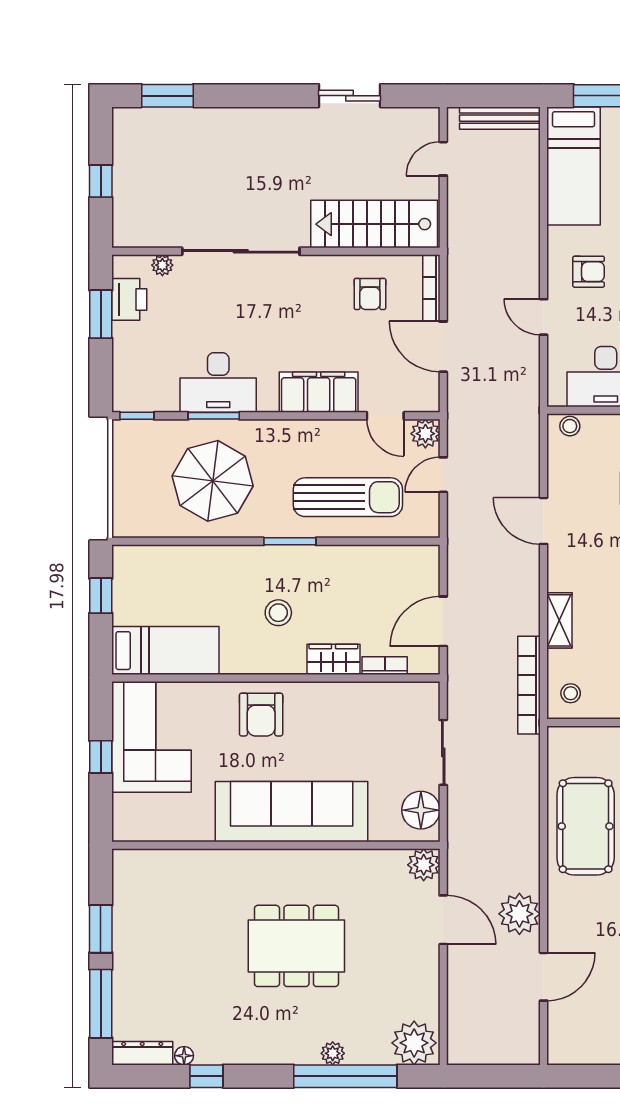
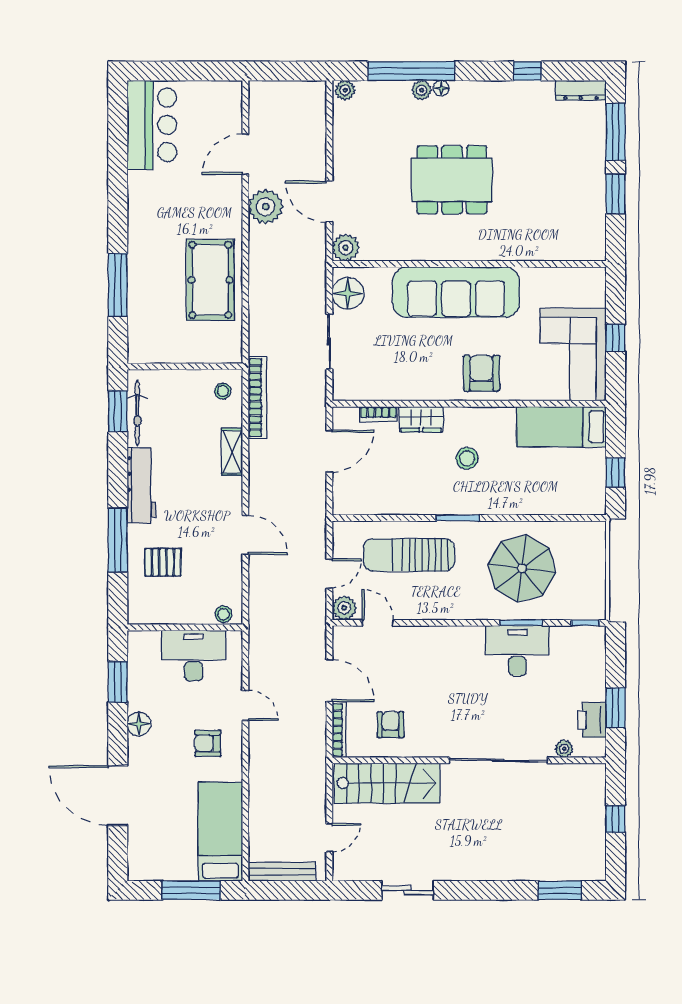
filing cabinet: (319, 392) -> (433, 643), removed
plant: (414, 1043) -> (345, 90), width x0.53, depth x0.53
floor lamp: (184, 1056) -> (441, 88), moved

